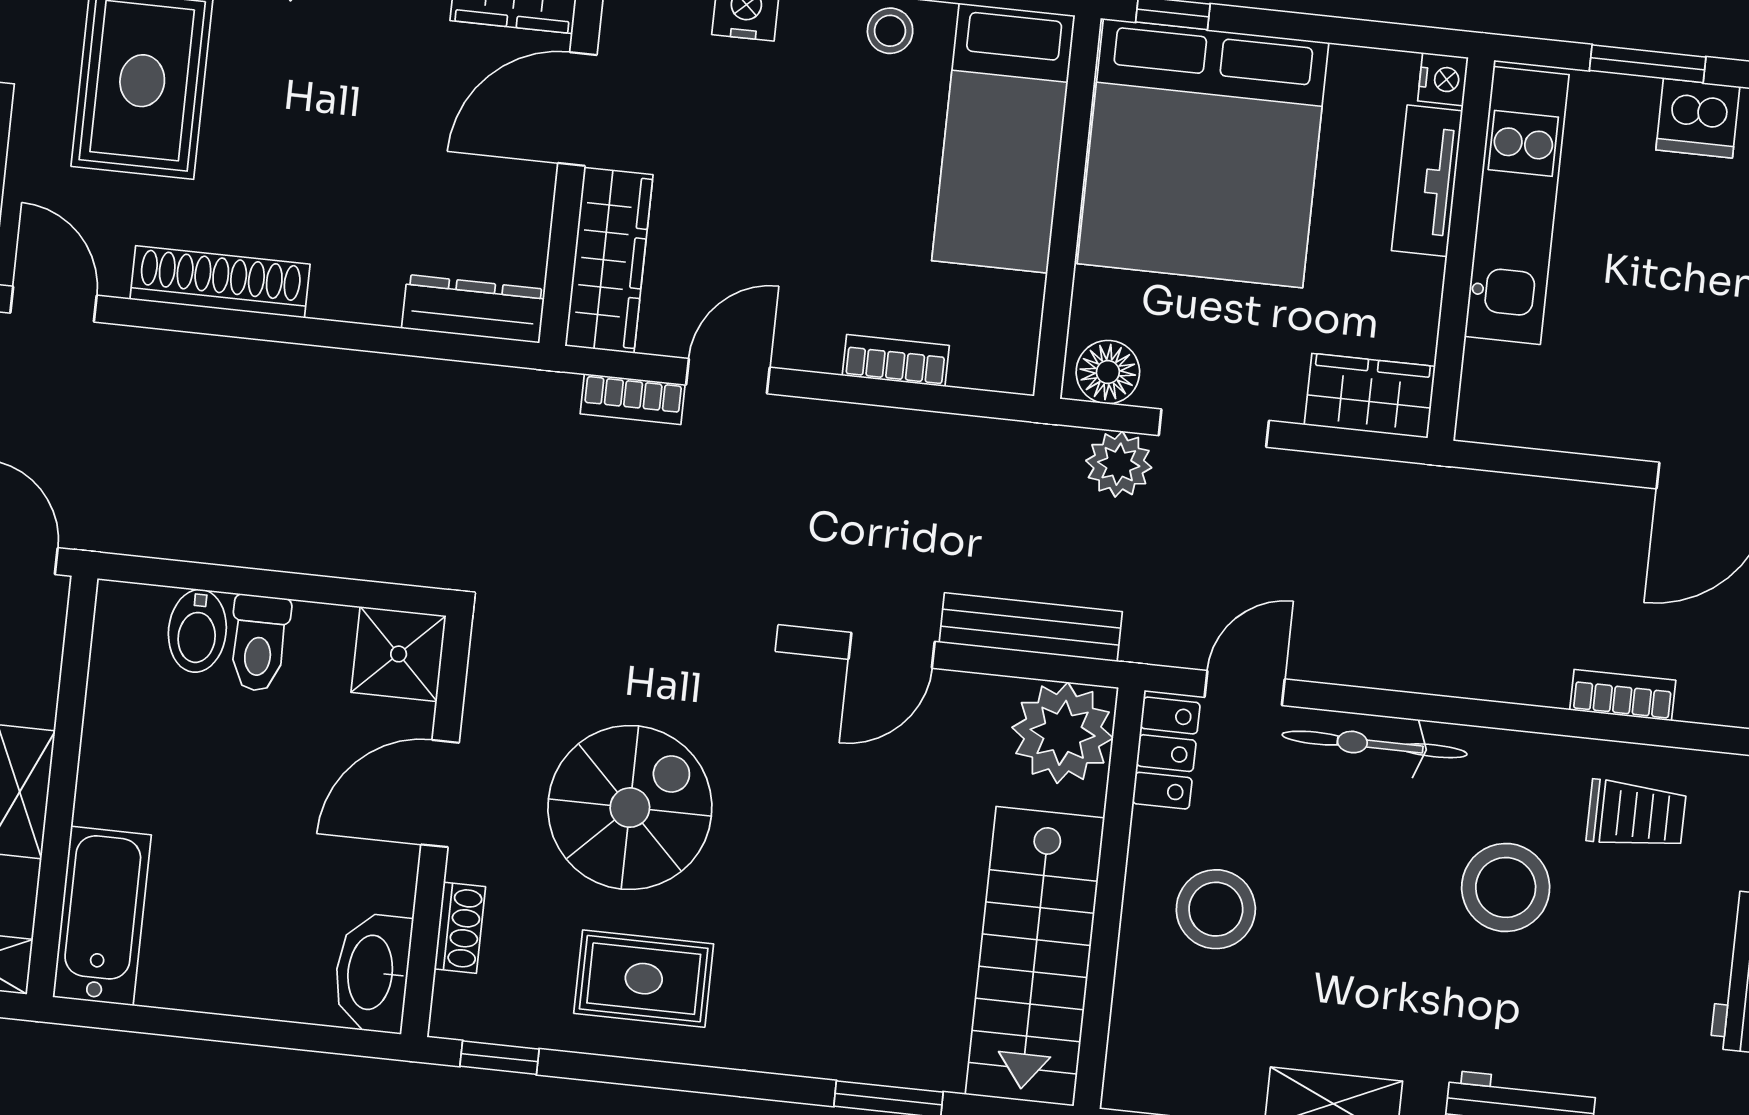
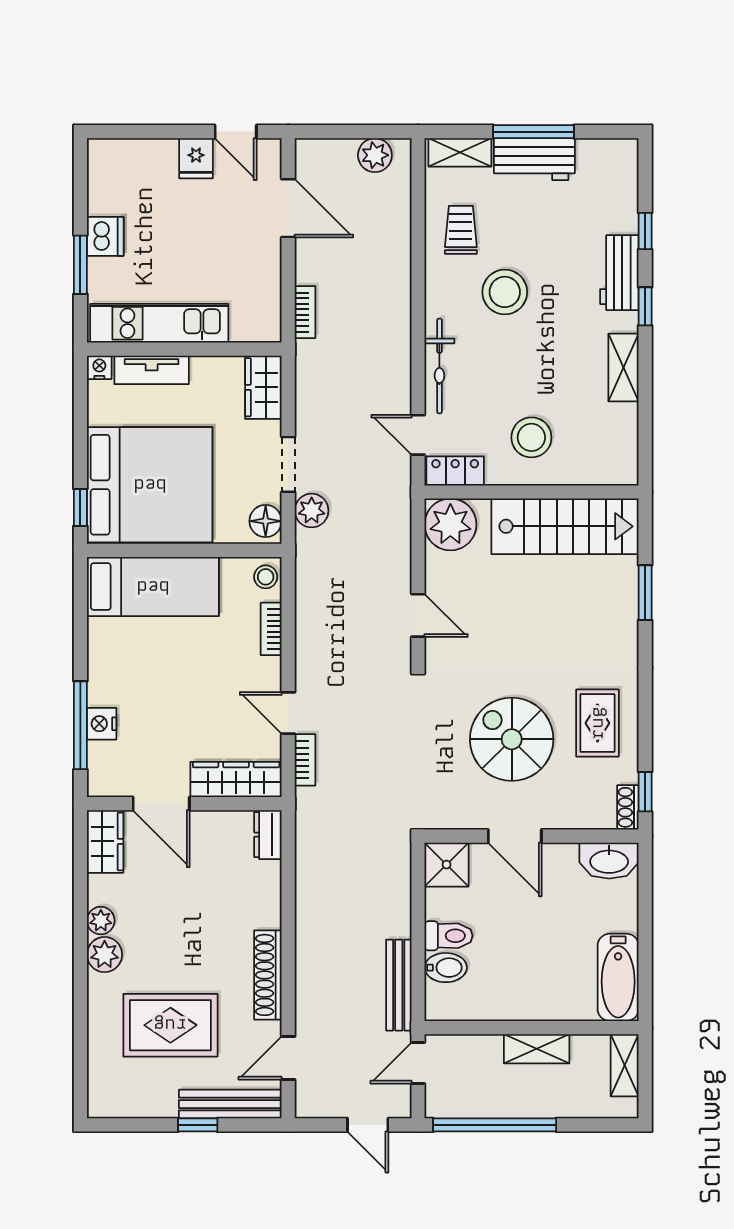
stool: (890, 31) -> (266, 577), moved
dresser: (473, 309) -> (268, 835), width x0.70
bench: (1031, 627) -> (399, 985), moved
bookcase: (1623, 695) -> (305, 312), moved, turned 180
bathtub: (102, 916) -> (618, 977), moved, turned -90
shoe rack: (460, 928) -> (628, 807), moved, turned -90

